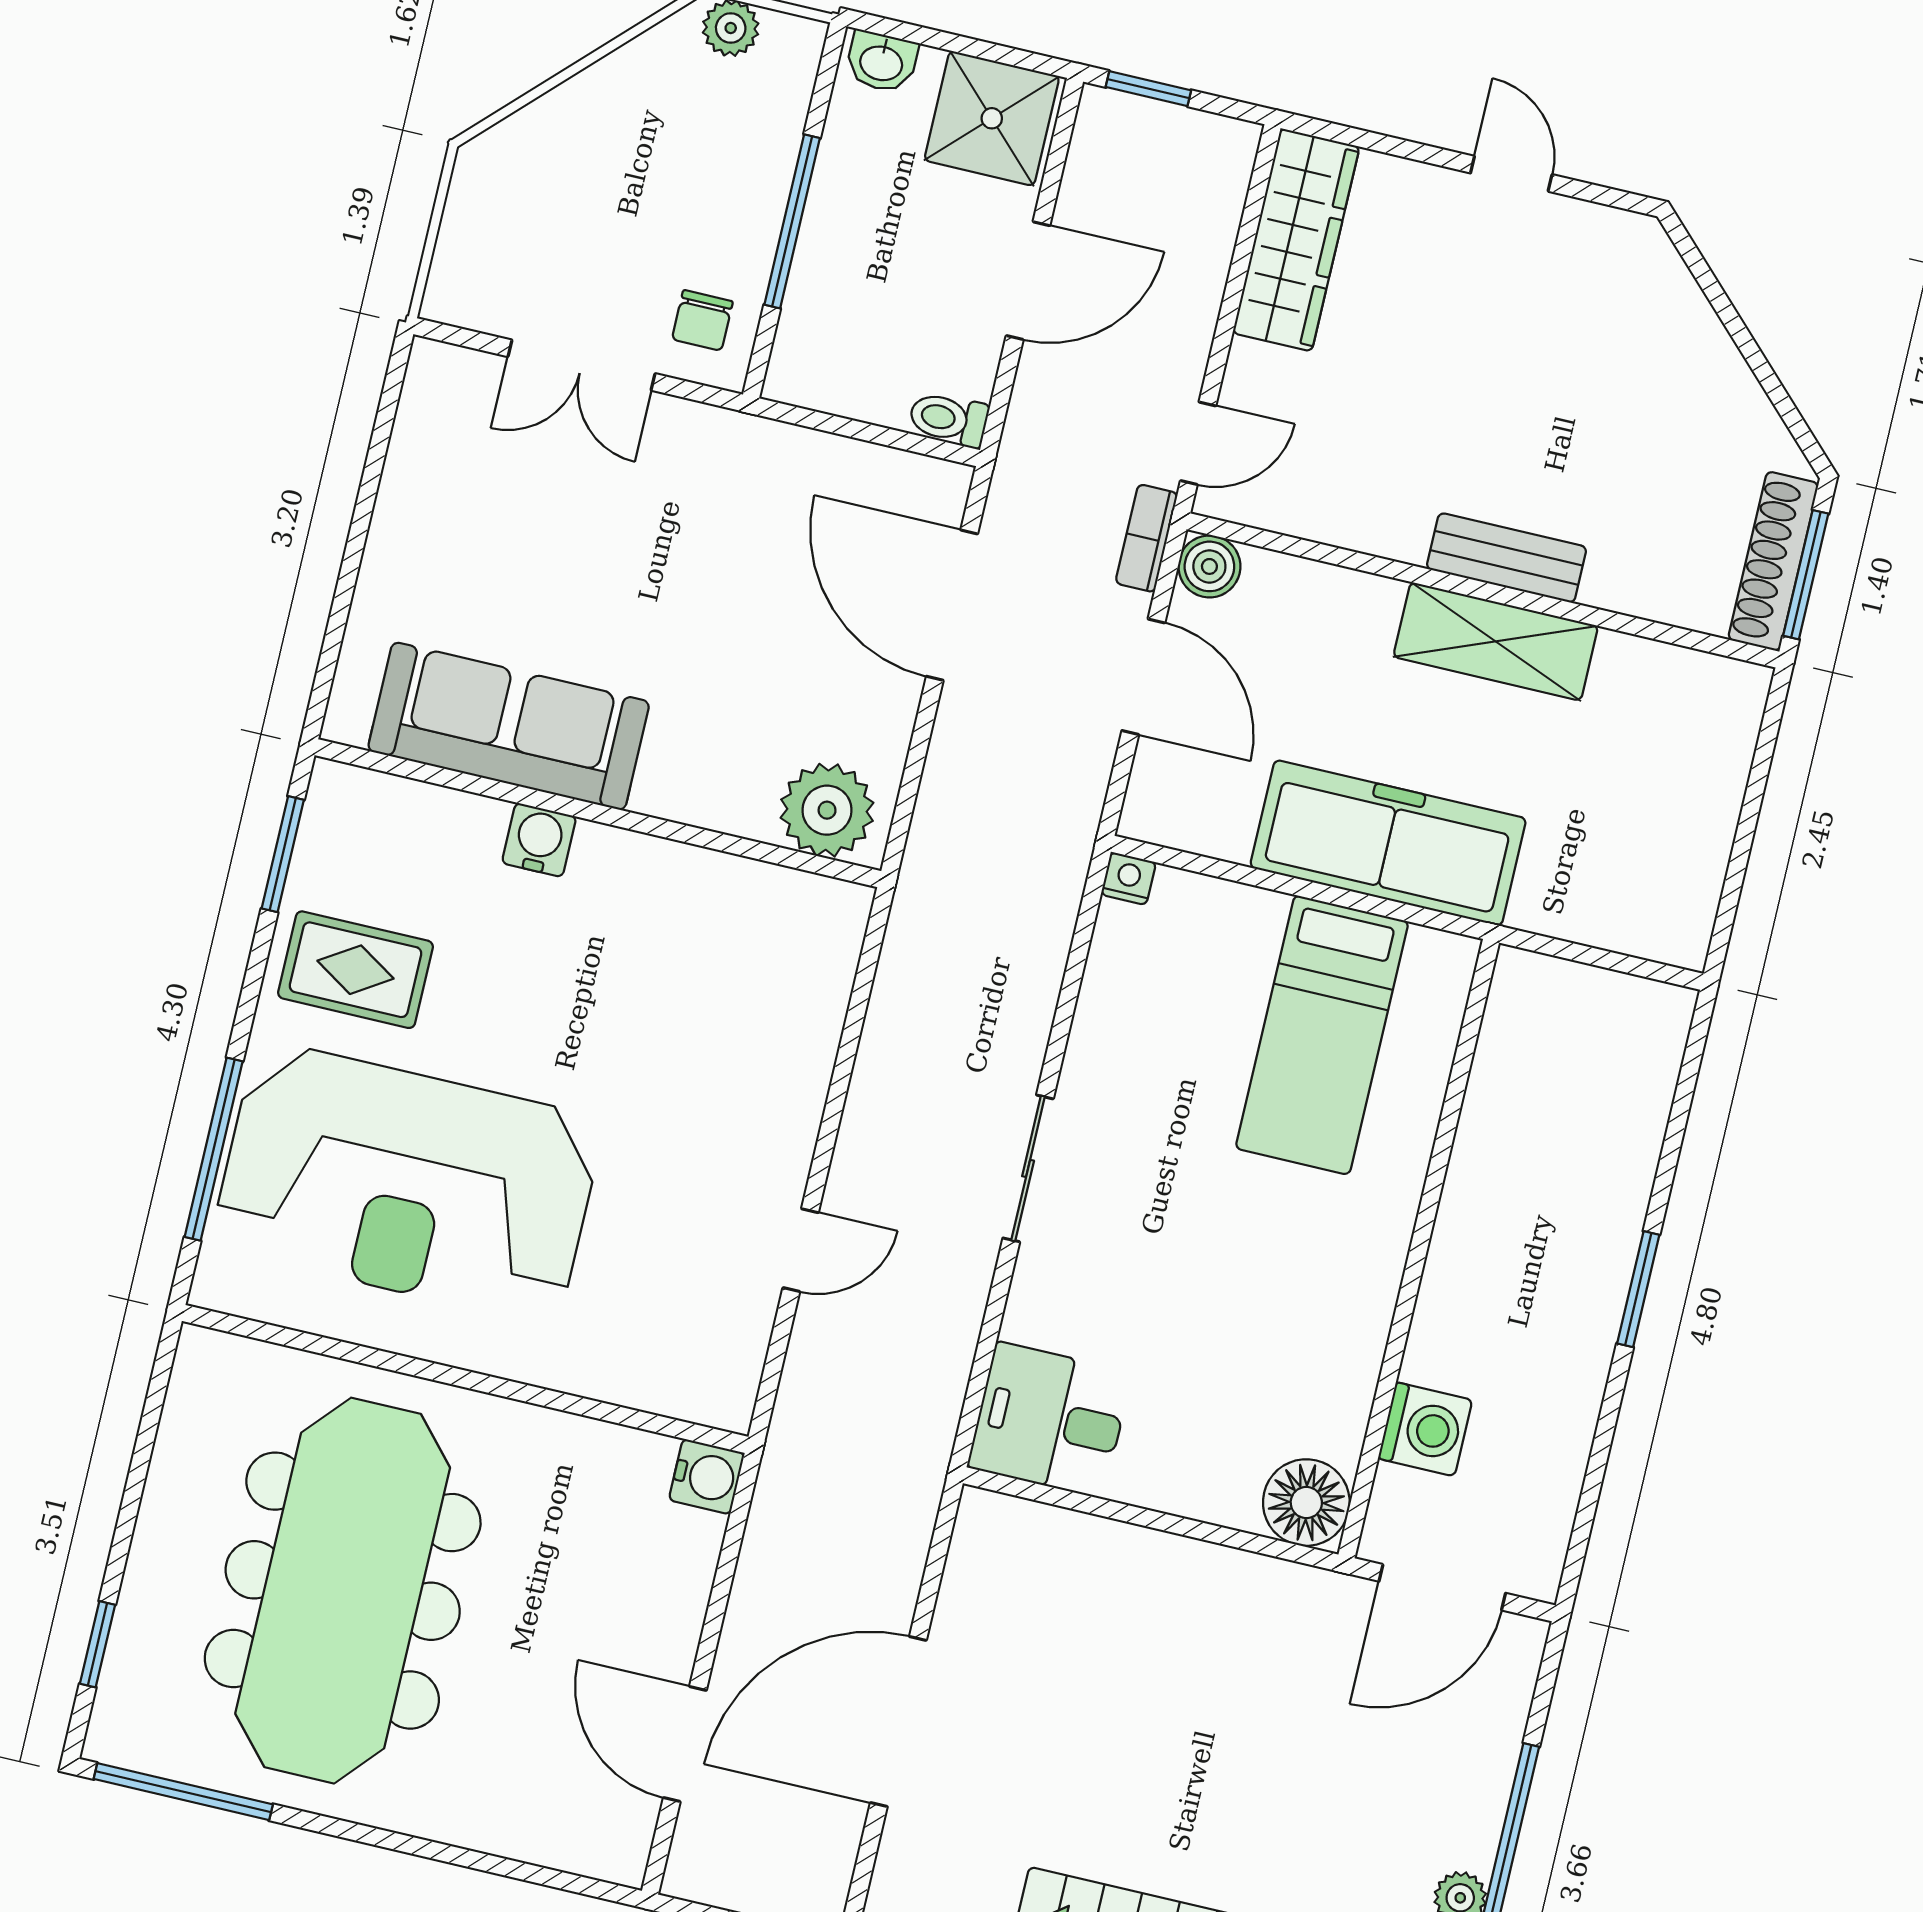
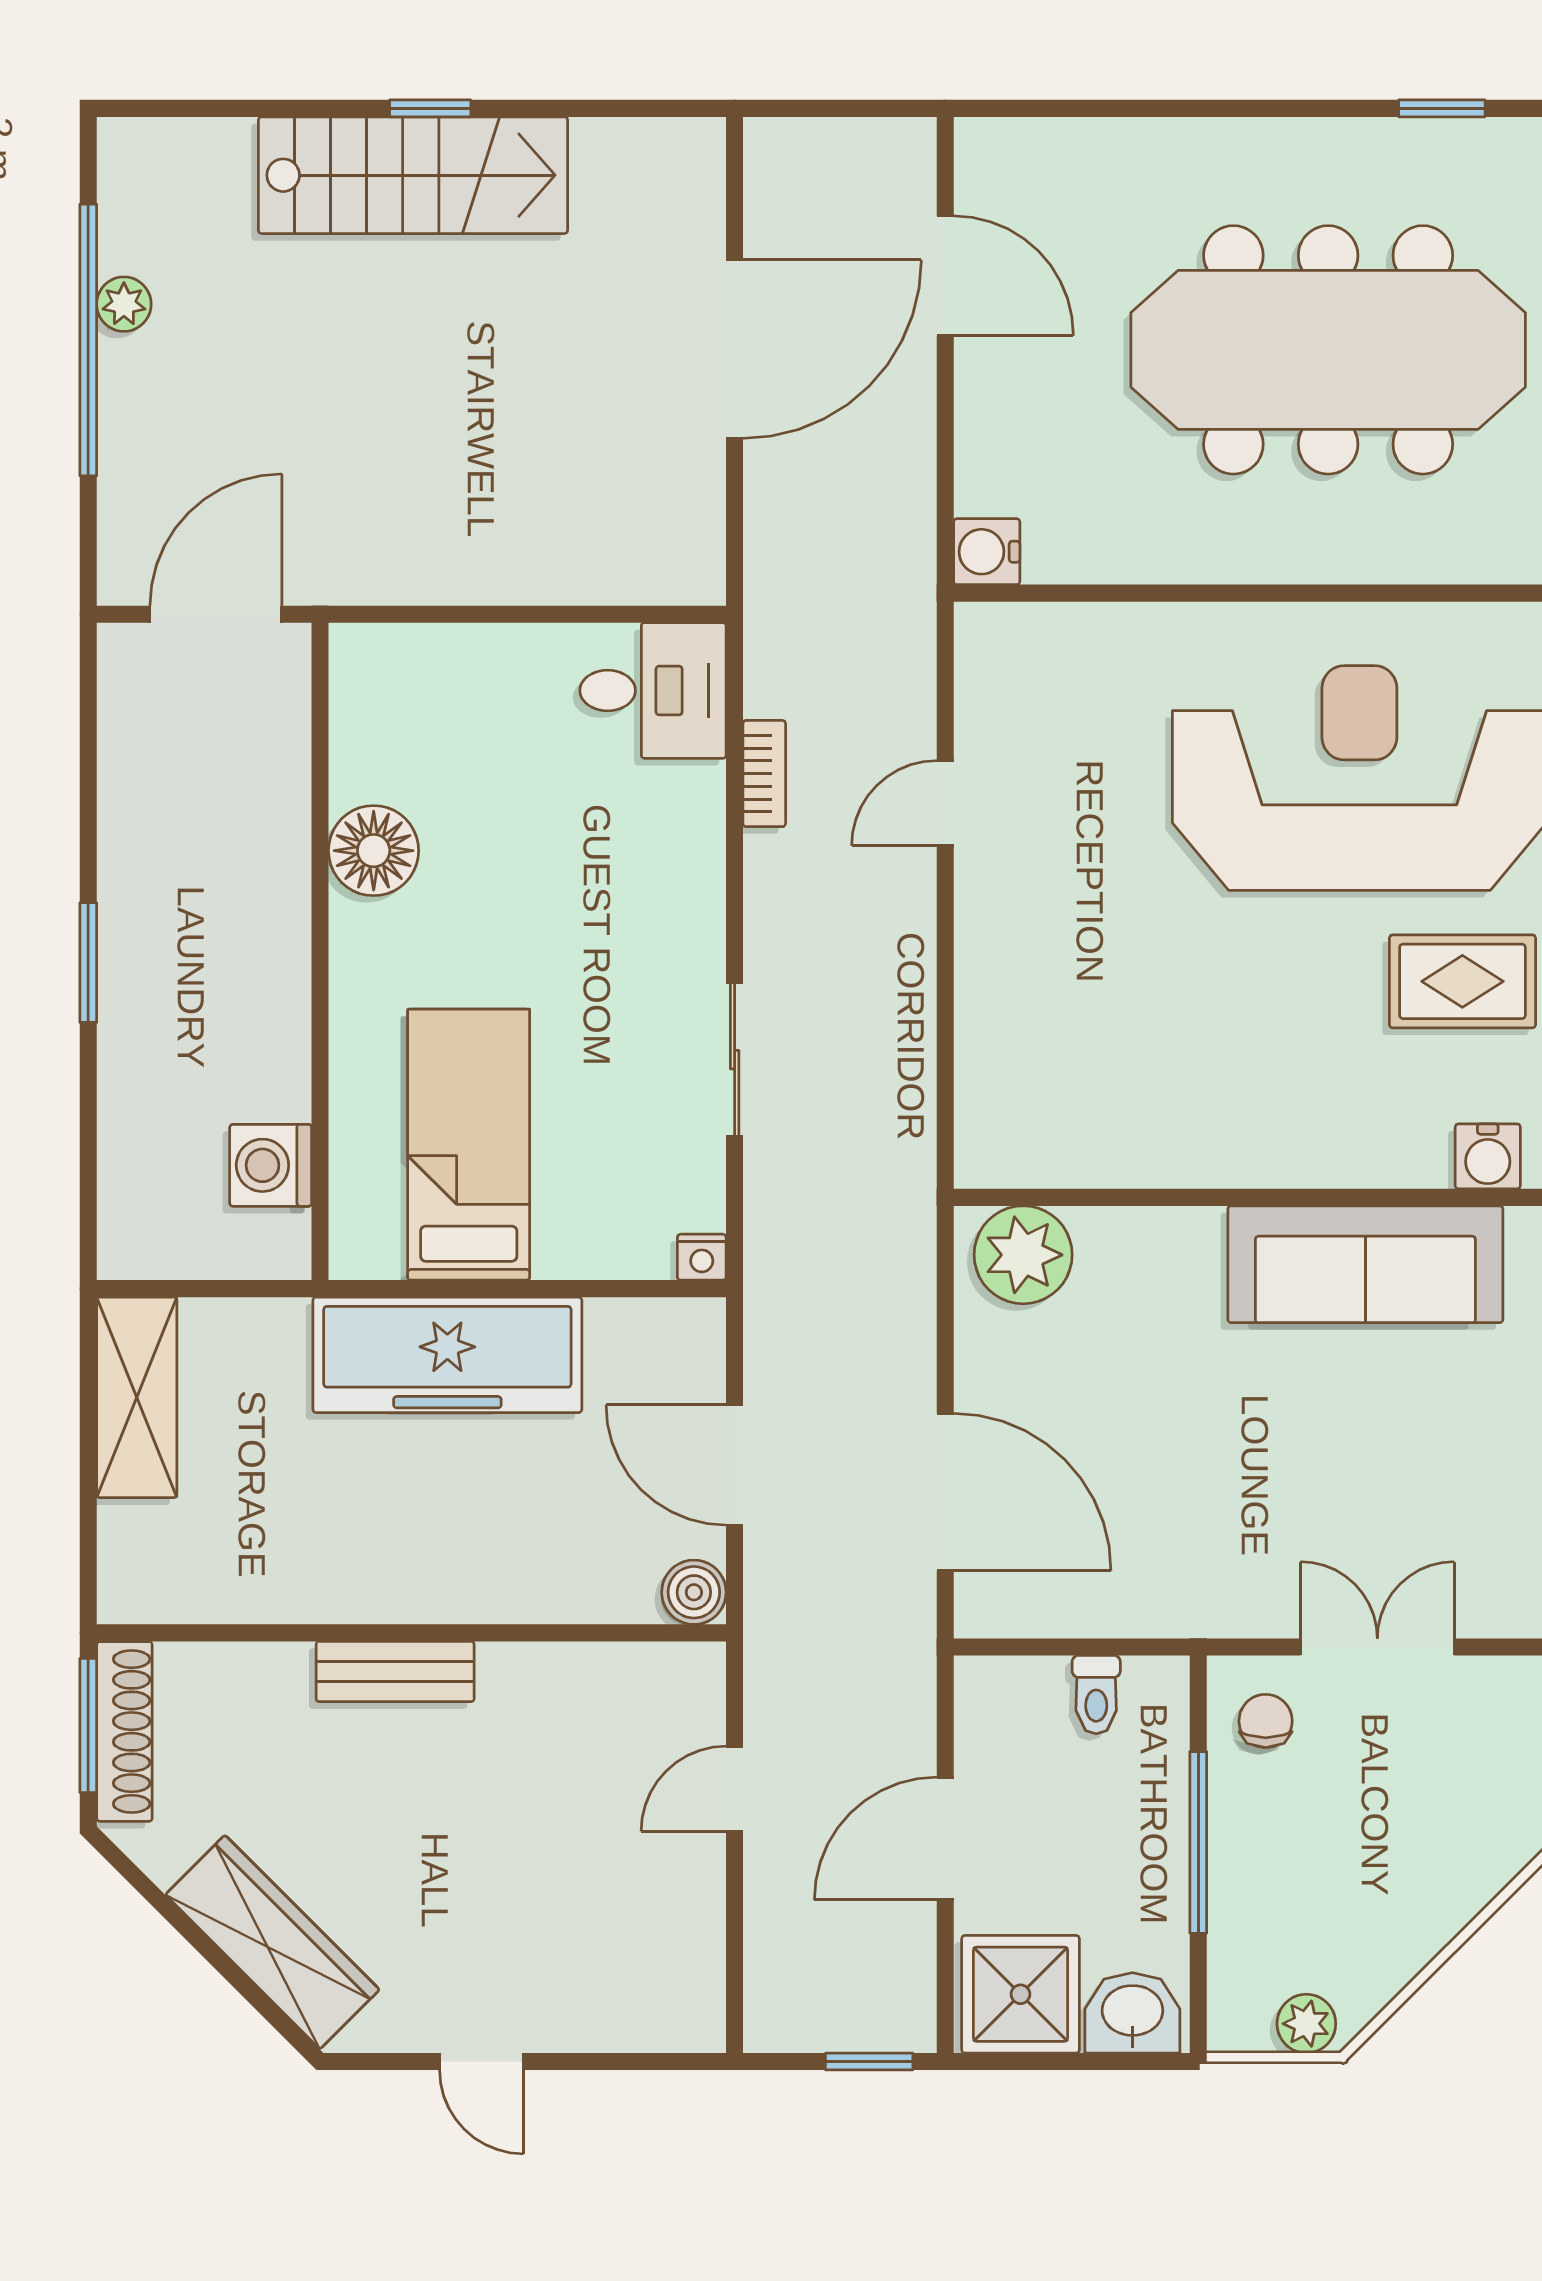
washbasin: (882, 62) -> (1132, 2013), width x1.38, depth x1.45
wardrobe: (1296, 240) -> (272, 1942), moved, turned 135
toilet: (949, 419) -> (1096, 1695), moved, turned 90
door: (1198, 443) -> (735, 1789), moved
bookcase: (1147, 538) -> (764, 774), moved
shelving: (1496, 641) -> (137, 1397), moved, turned 90
water cooler: (539, 840) -> (1488, 1156), moved
sliding door: (1028, 1168) -> (735, 1060), moved
washing machine: (1425, 1429) -> (271, 1165), moved
floor lamp: (1306, 1503) -> (374, 851), moved
meeting table: (343, 1591) -> (1328, 350), turned 90
window: (183, 1792) -> (1442, 108), width x0.46

